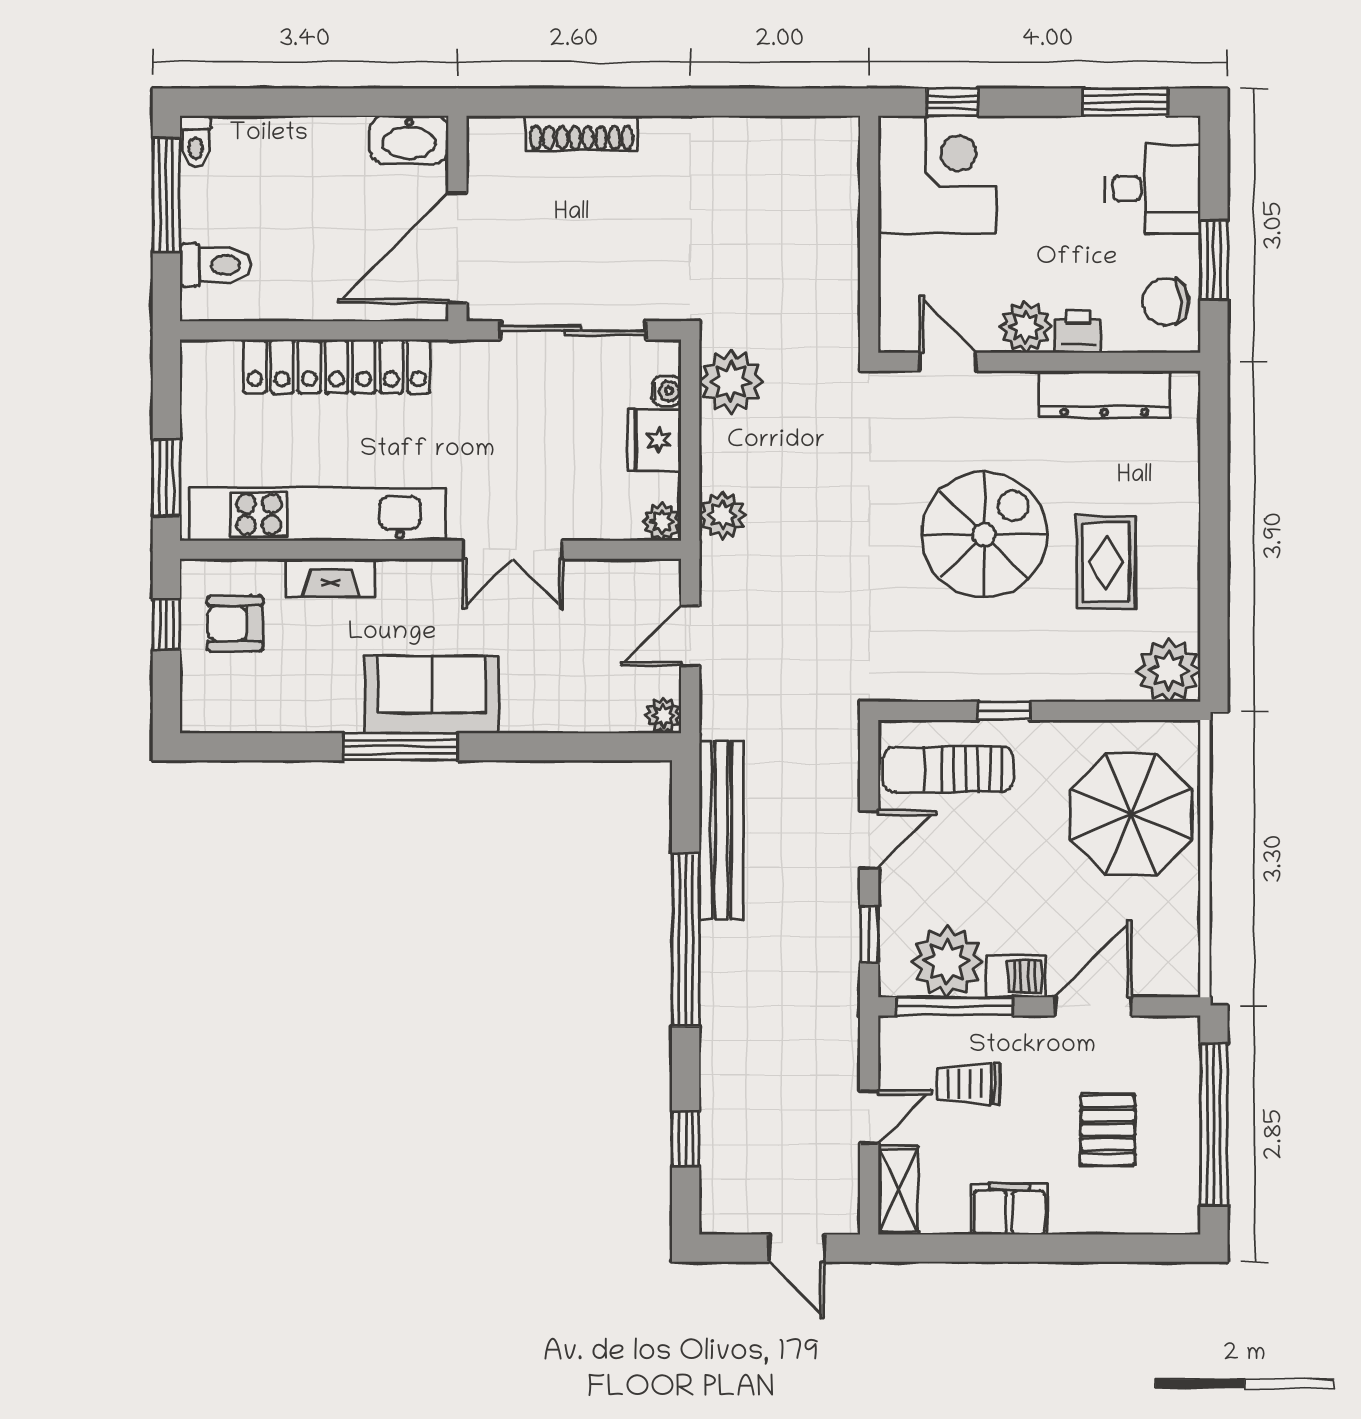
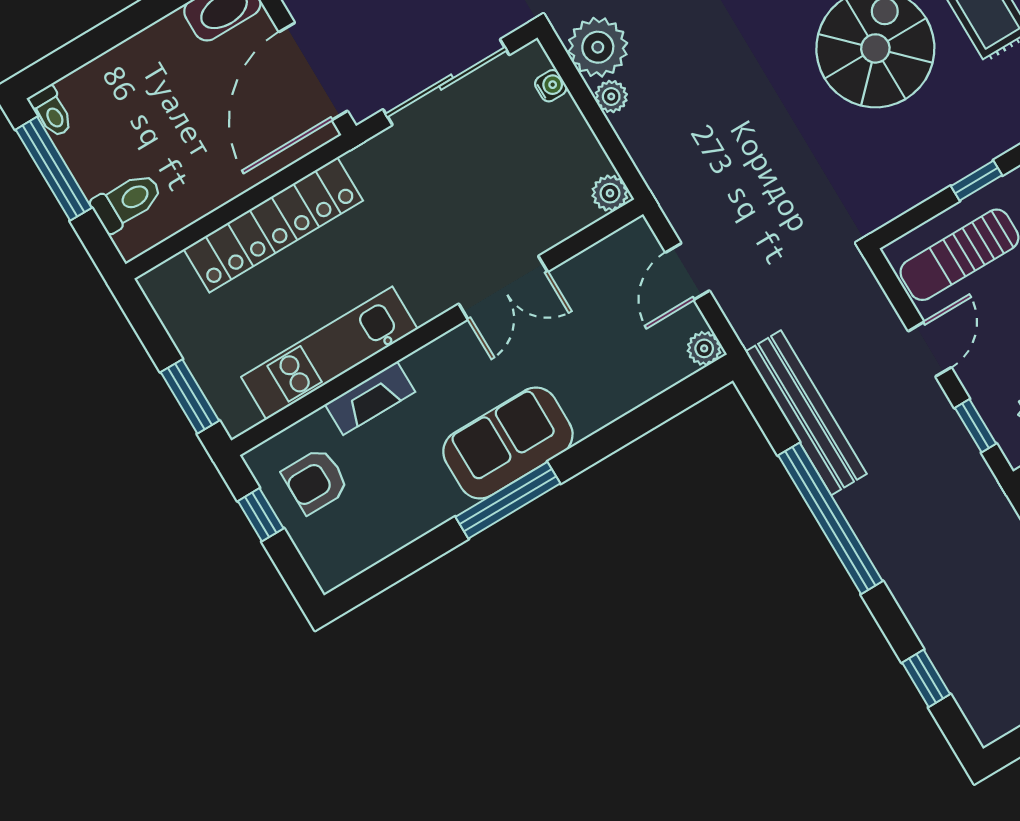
fridge: (654, 440) -> (565, 131), removed
kitchen unit: (318, 514) -> (329, 353), width x0.73
plant: (723, 515) -> (611, 96), moved, width x0.73, depth x0.73

